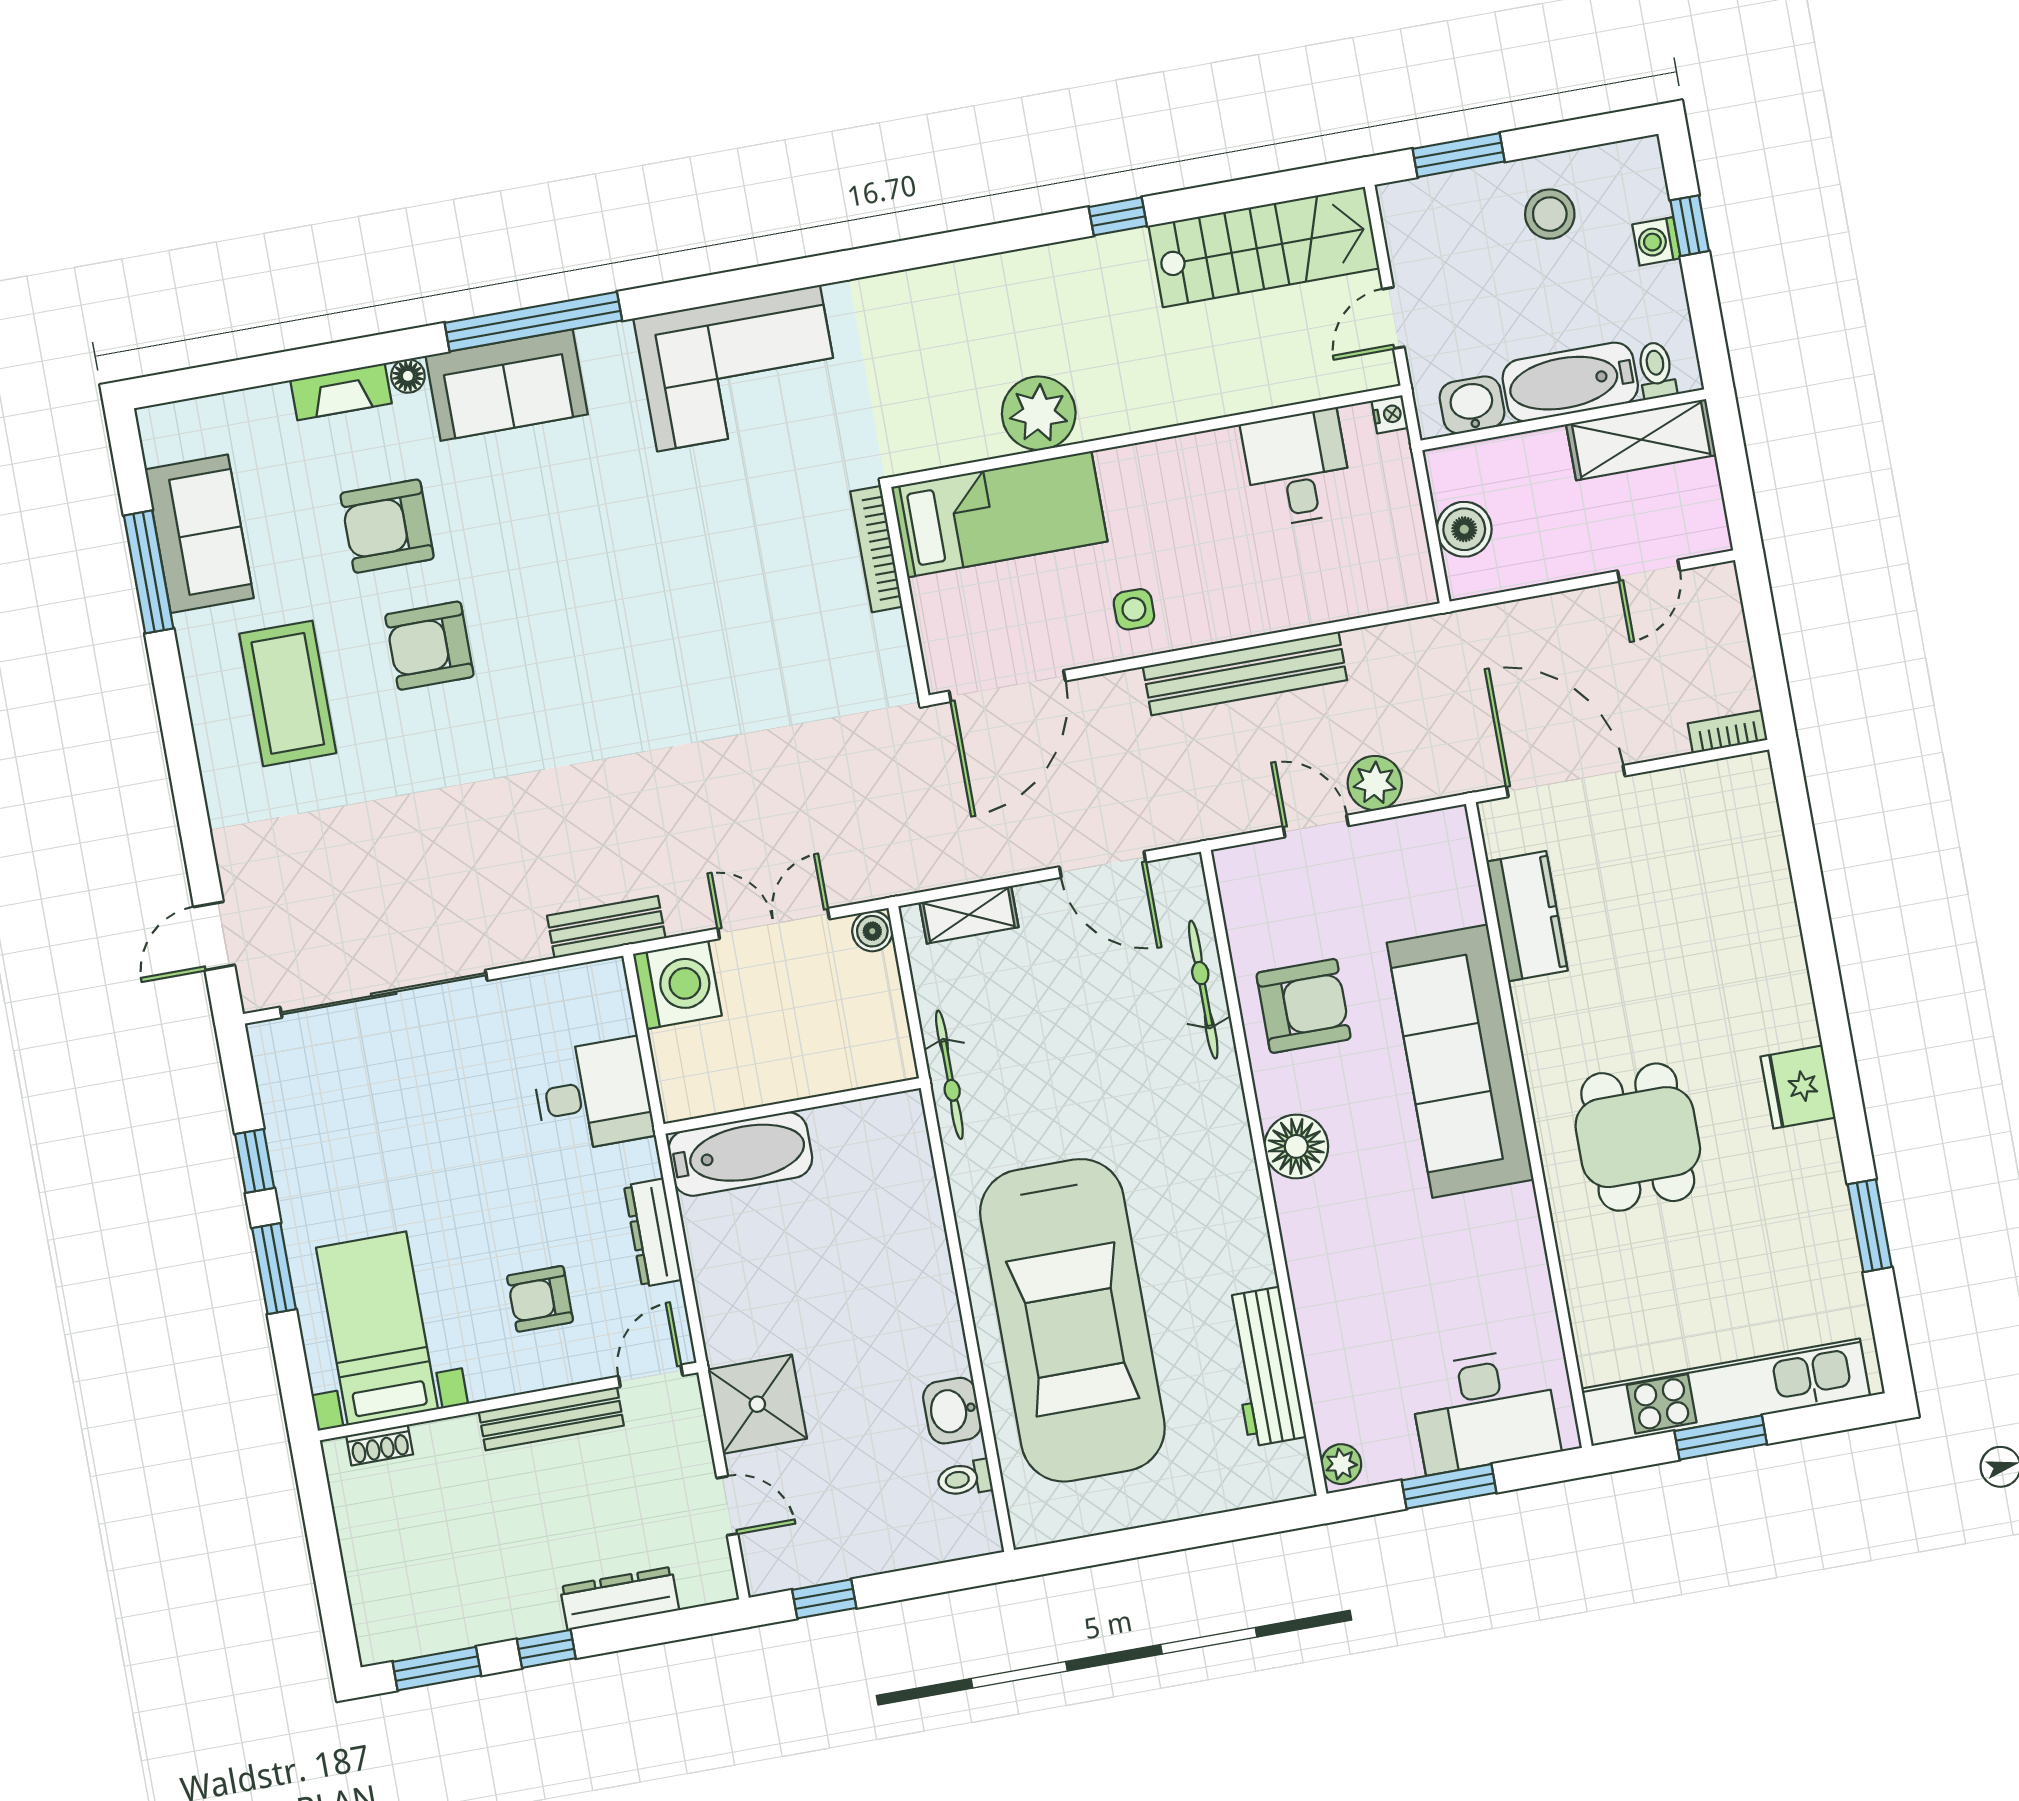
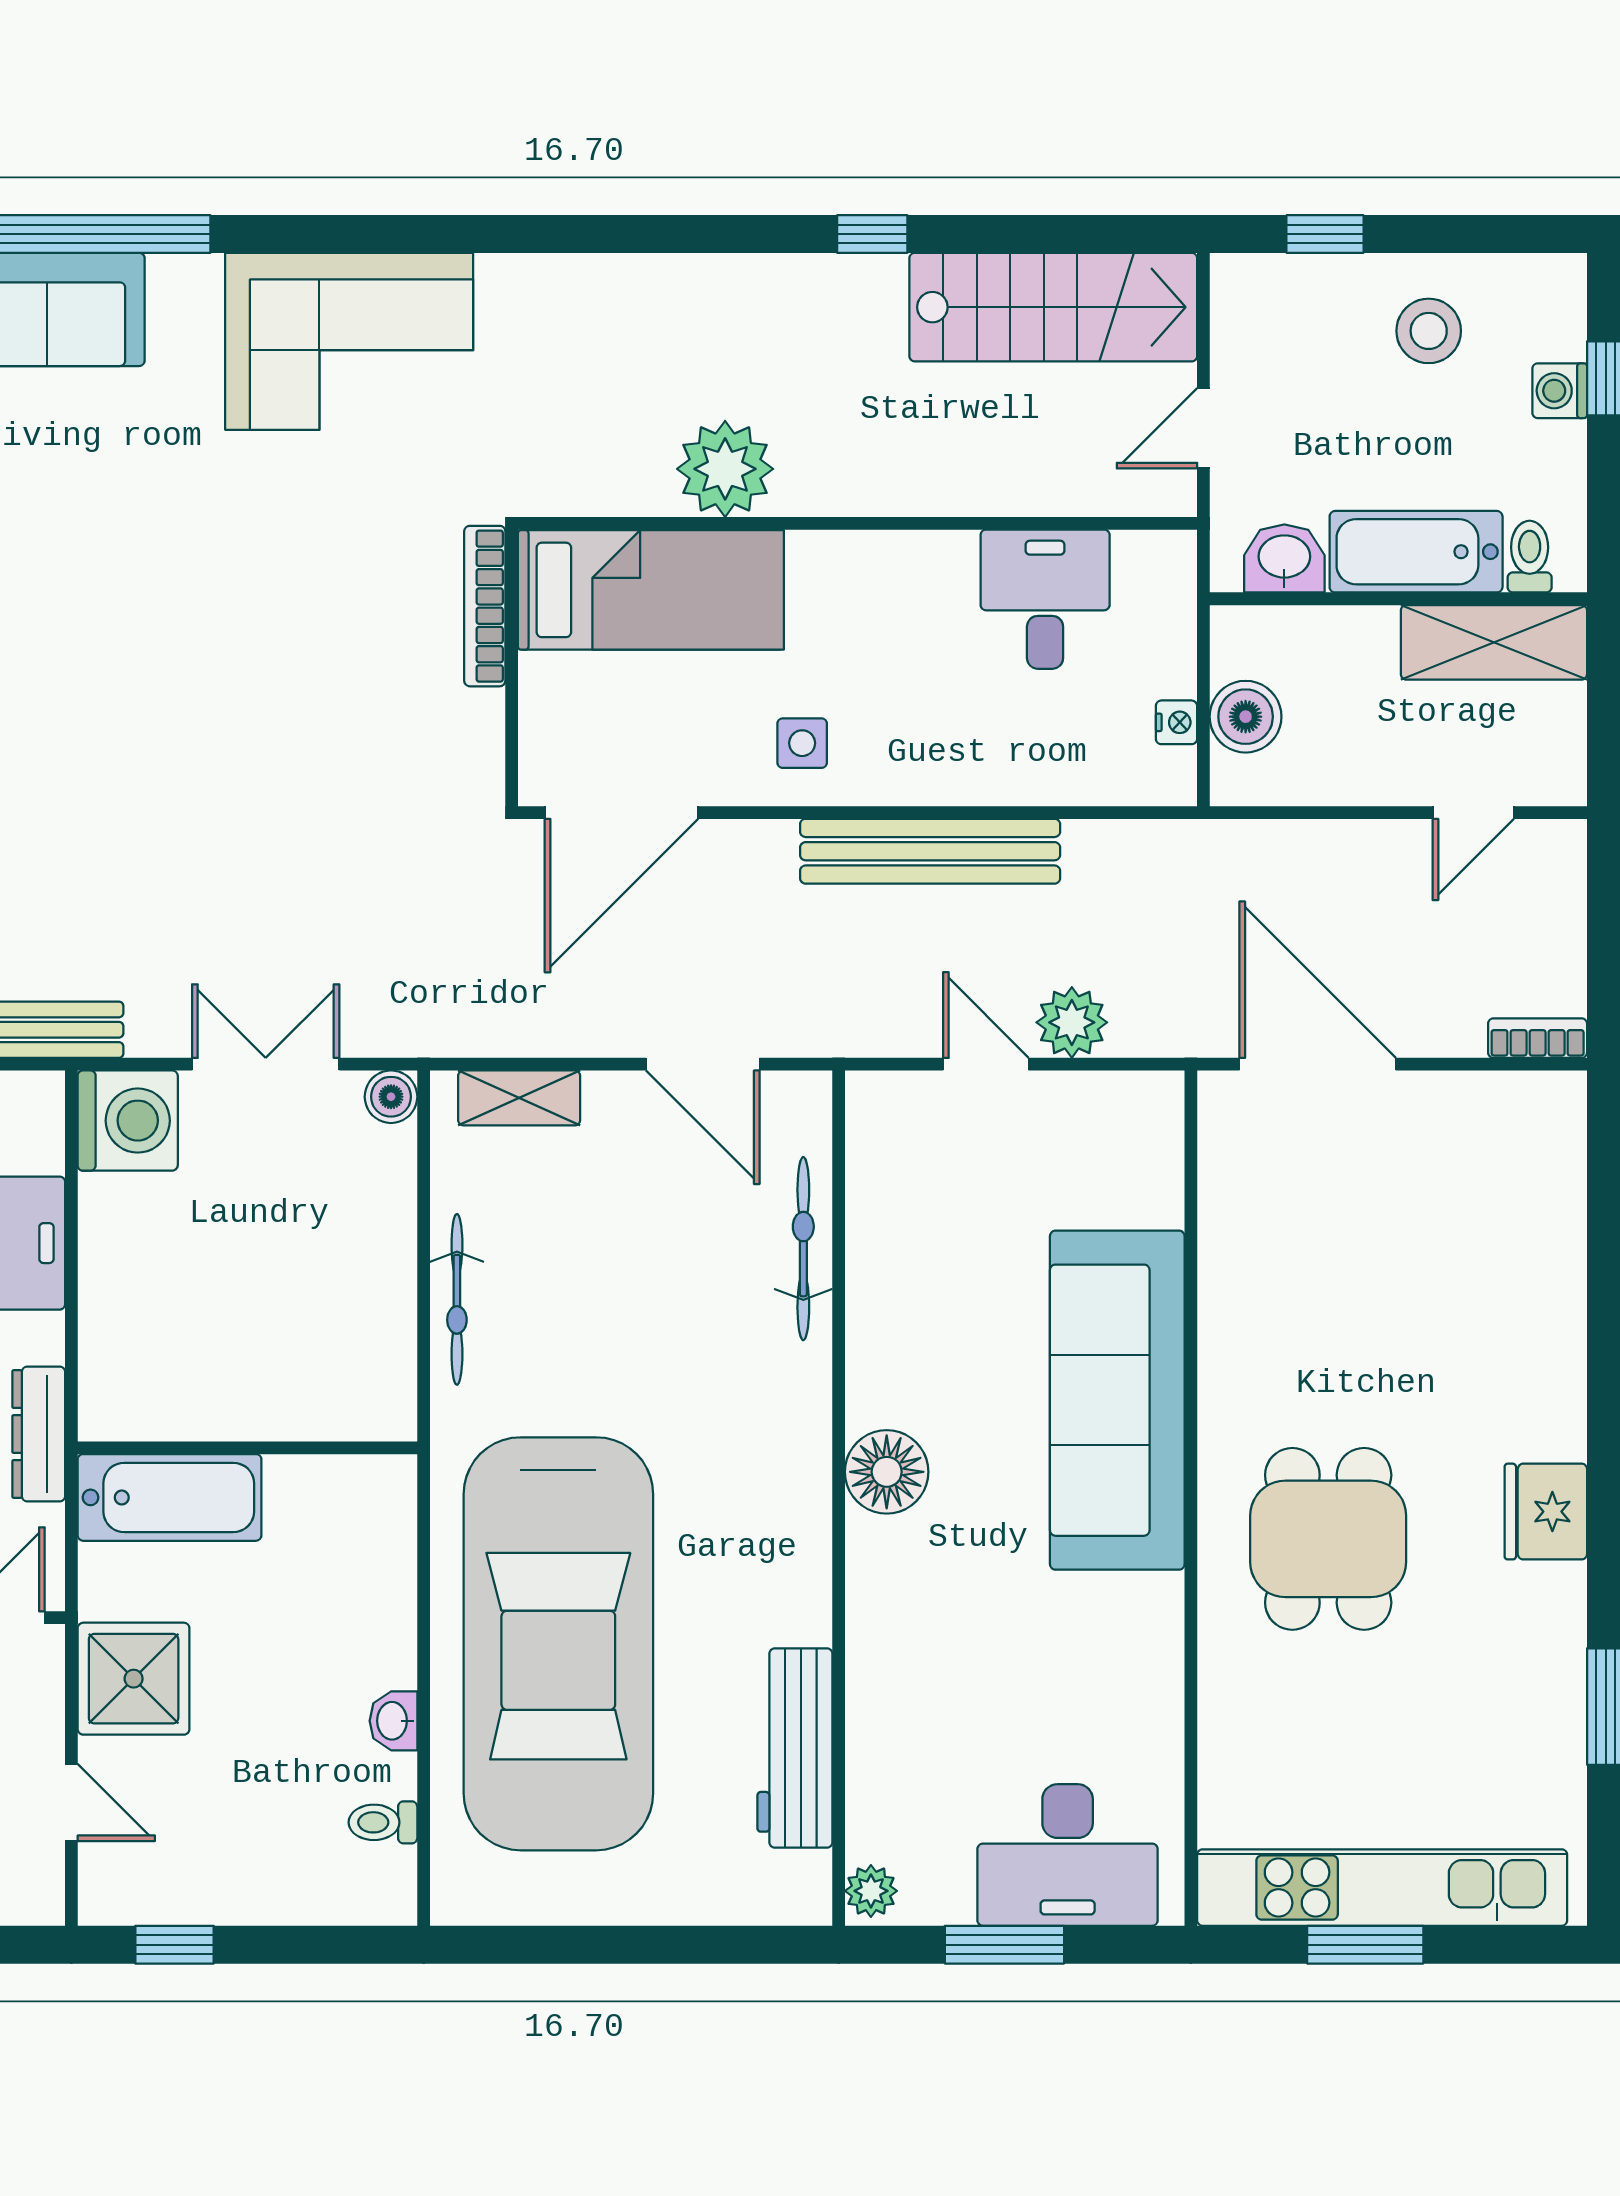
window: (1459, 155) -> (1325, 234), width x0.67
nightstand: (1390, 414) -> (1176, 722), moved
kitchen counter: (1527, 916) -> (1237, 1229), removed
armchair: (1304, 1006) -> (929, 1293), removed
wall: (792, 1106) -> (247, 1448), moved
bathtub: (740, 1154) -> (170, 1497), moved
washbasin: (952, 1411) -> (393, 1721), width x0.72, depth x0.69

